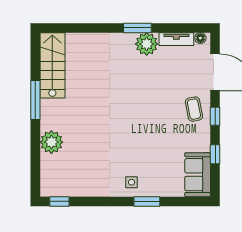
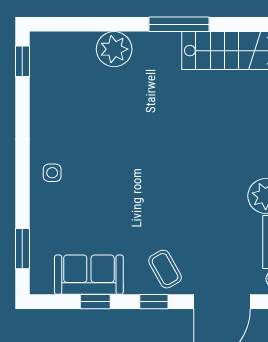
coffee table: (194, 109) -> (165, 269), turned 72
sofa: (198, 175) -> (89, 275), moved
window: (147, 201) -> (22, 249), moved

